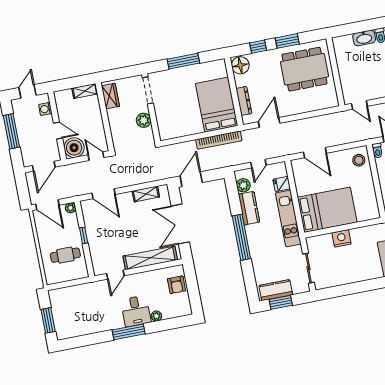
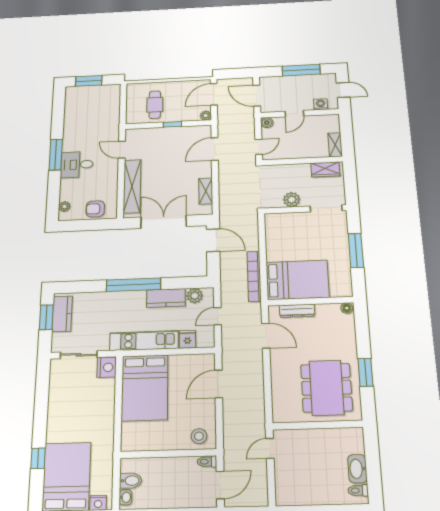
window: (258, 47) -> (363, 337), removed
floor lamp: (240, 65) -> (347, 308), width x0.53, depth x0.53
boiler: (74, 148) -> (267, 123), width x0.54, depth x0.54
door: (258, 164) -> (218, 316), hinge flipped
nightstand: (342, 238) -> (107, 367), moved
plant: (156, 316) -> (64, 207), moved

